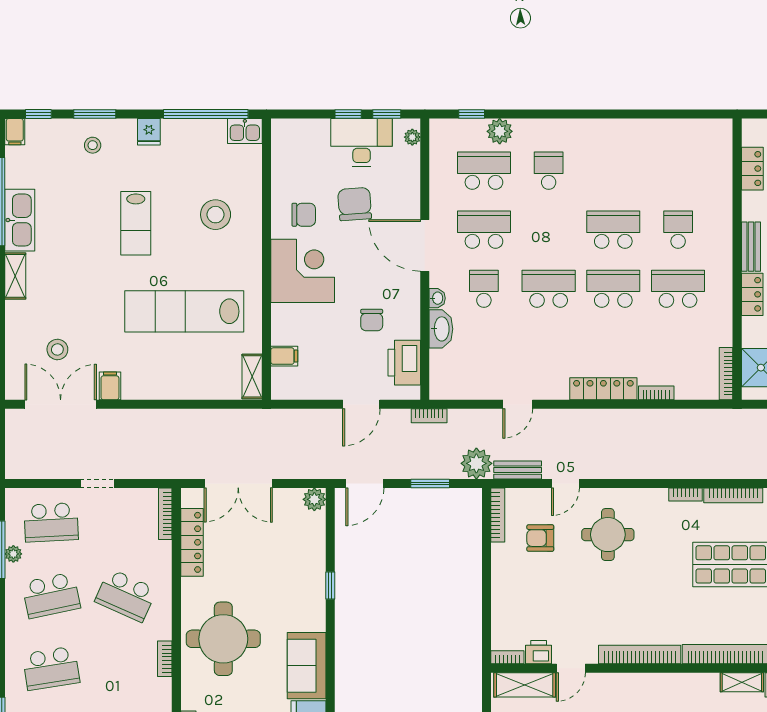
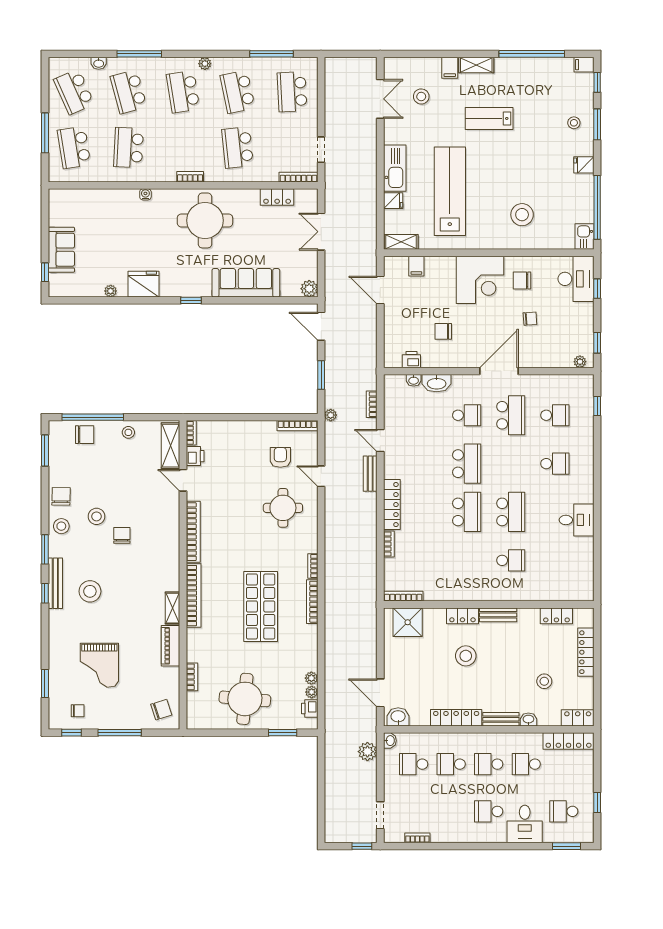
window: (348, 114) -> (597, 289), moved
plant: (500, 131) -> (584, 427), removed
desk: (362, 142) -> (576, 279), moved
desk: (624, 142) -> (577, 520), added
school desk: (484, 171) -> (555, 415), width x0.54
chair: (355, 204) -> (530, 319), width x0.54, depth x0.54
chair: (304, 215) -> (522, 281), turned 90
kitchen sink: (20, 220) -> (395, 168), moved, turned -90
lab bench: (136, 223) -> (489, 118), moved
school desk: (678, 289) -> (467, 560), removed
washbasin: (437, 298) -> (414, 380), moved
printer: (404, 363) -> (411, 360), width x0.53, depth x0.68
filing cabinet: (110, 386) -> (450, 68), moved, turned 90
fridge: (197, 387) -> (393, 201), added
double door: (61, 404) -> (380, 99), width x0.73
door: (361, 404) -> (380, 290), moved
bookcase: (429, 416) -> (372, 404), moved
plant: (476, 463) -> (331, 415), width x0.53, depth x0.53
bench: (518, 470) -> (370, 474), moved
doorway: (97, 483) -> (321, 150), moved
double door: (238, 483) -> (321, 232), width x0.73
locker: (192, 542) -> (277, 197), width x0.66
plant: (13, 554) -> (205, 64), moved
window: (330, 585) -> (191, 300), moved
school desk: (126, 595) -> (238, 148), turned -30
sofa: (307, 666) -> (246, 283), moved, width x1.36

